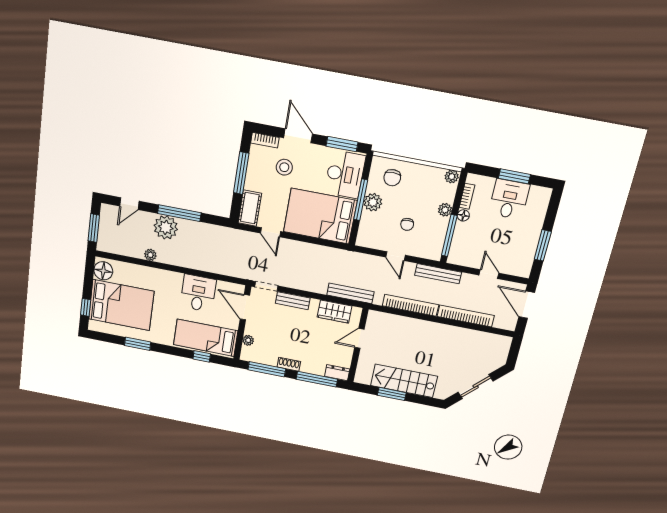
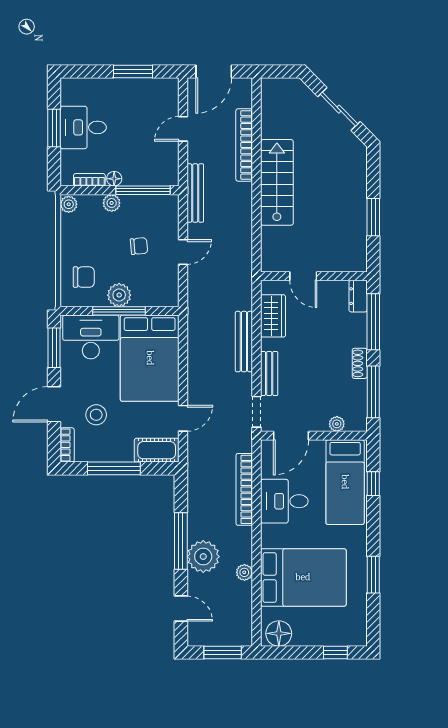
bench: (350, 293) -> (244, 342), moved
bed: (121, 305) -> (303, 577), moved, turned 90
bookcase: (410, 305) -> (244, 489), moved
stairs: (404, 381) -> (277, 182), moved, turned 180

